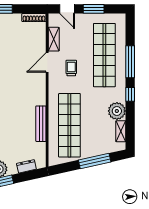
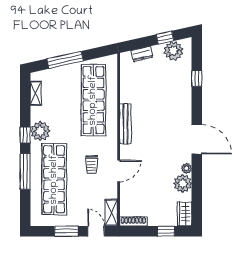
shelving: (54, 39) -> (111, 213), moved
plant: (117, 111) -> (40, 131), moved
bench: (41, 124) -> (126, 124), moved

